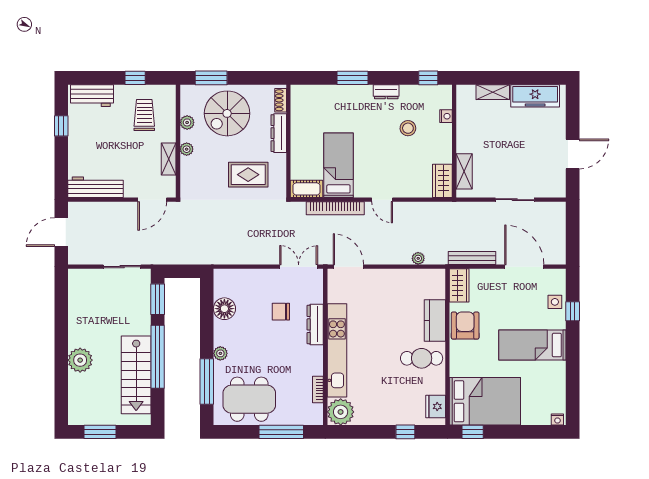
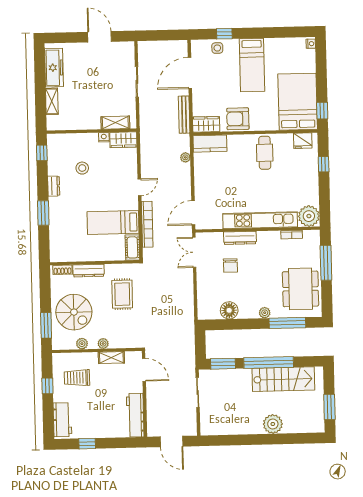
nightstand: (446, 116) -> (104, 137), moved
kitchen counter: (435, 320) -> (210, 144), moved

